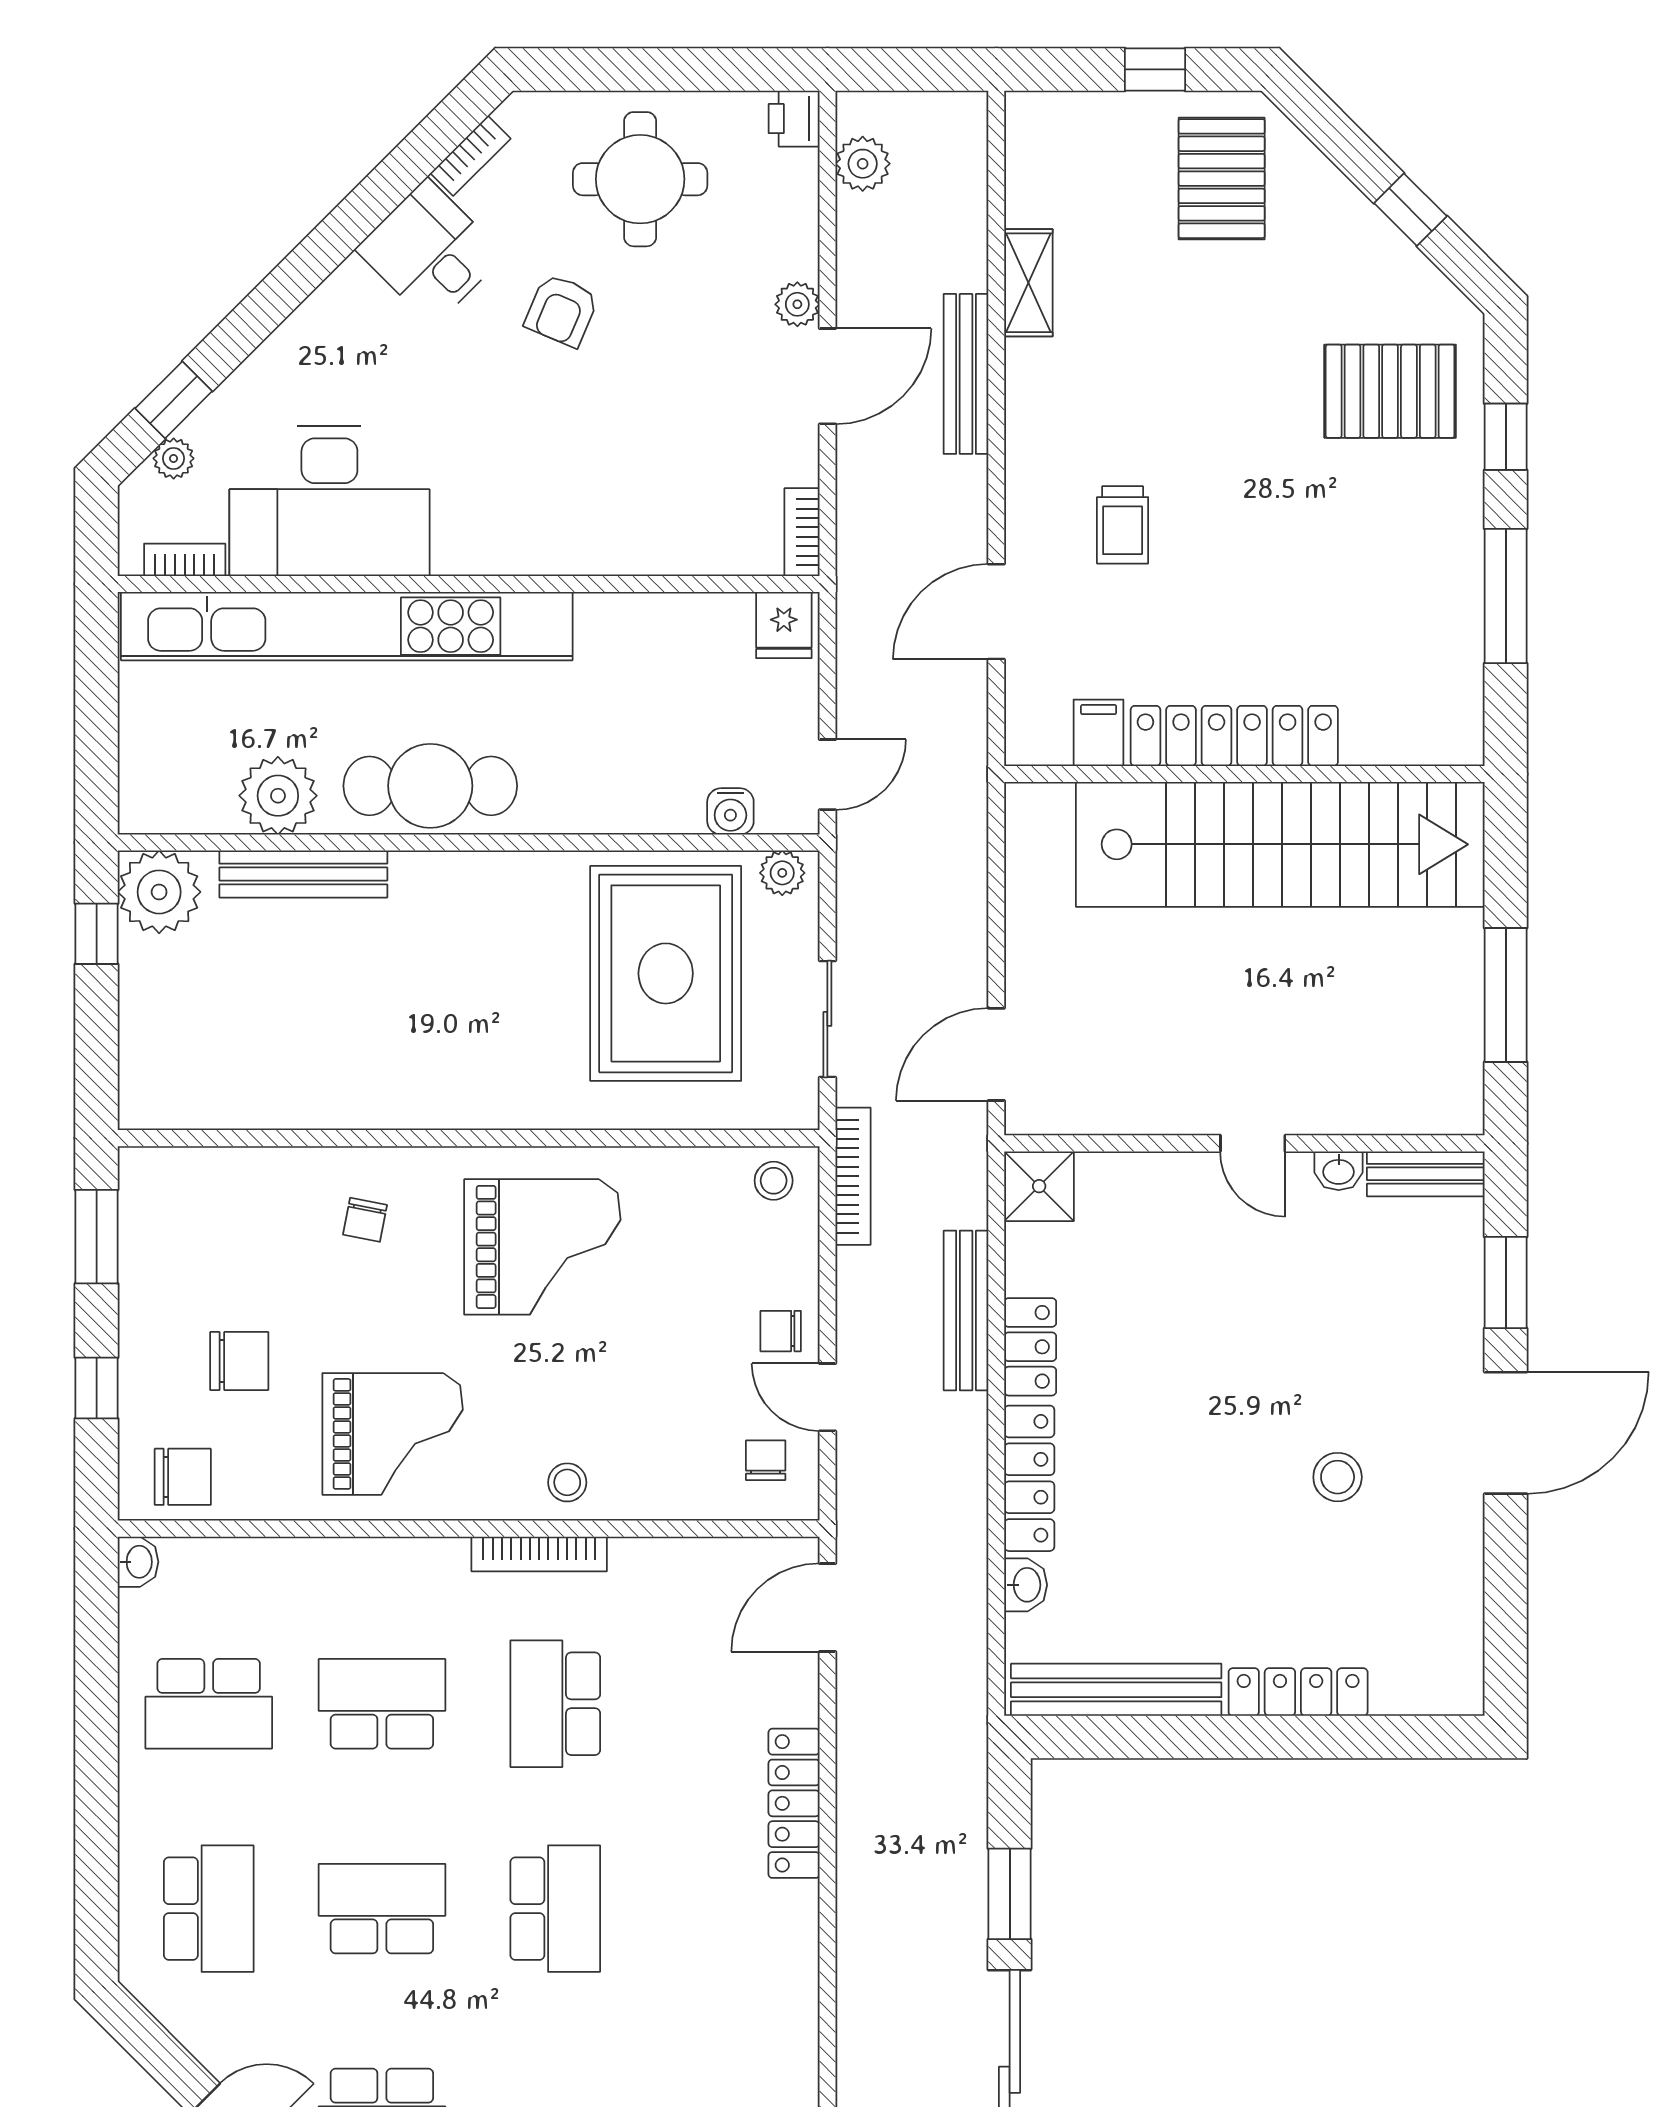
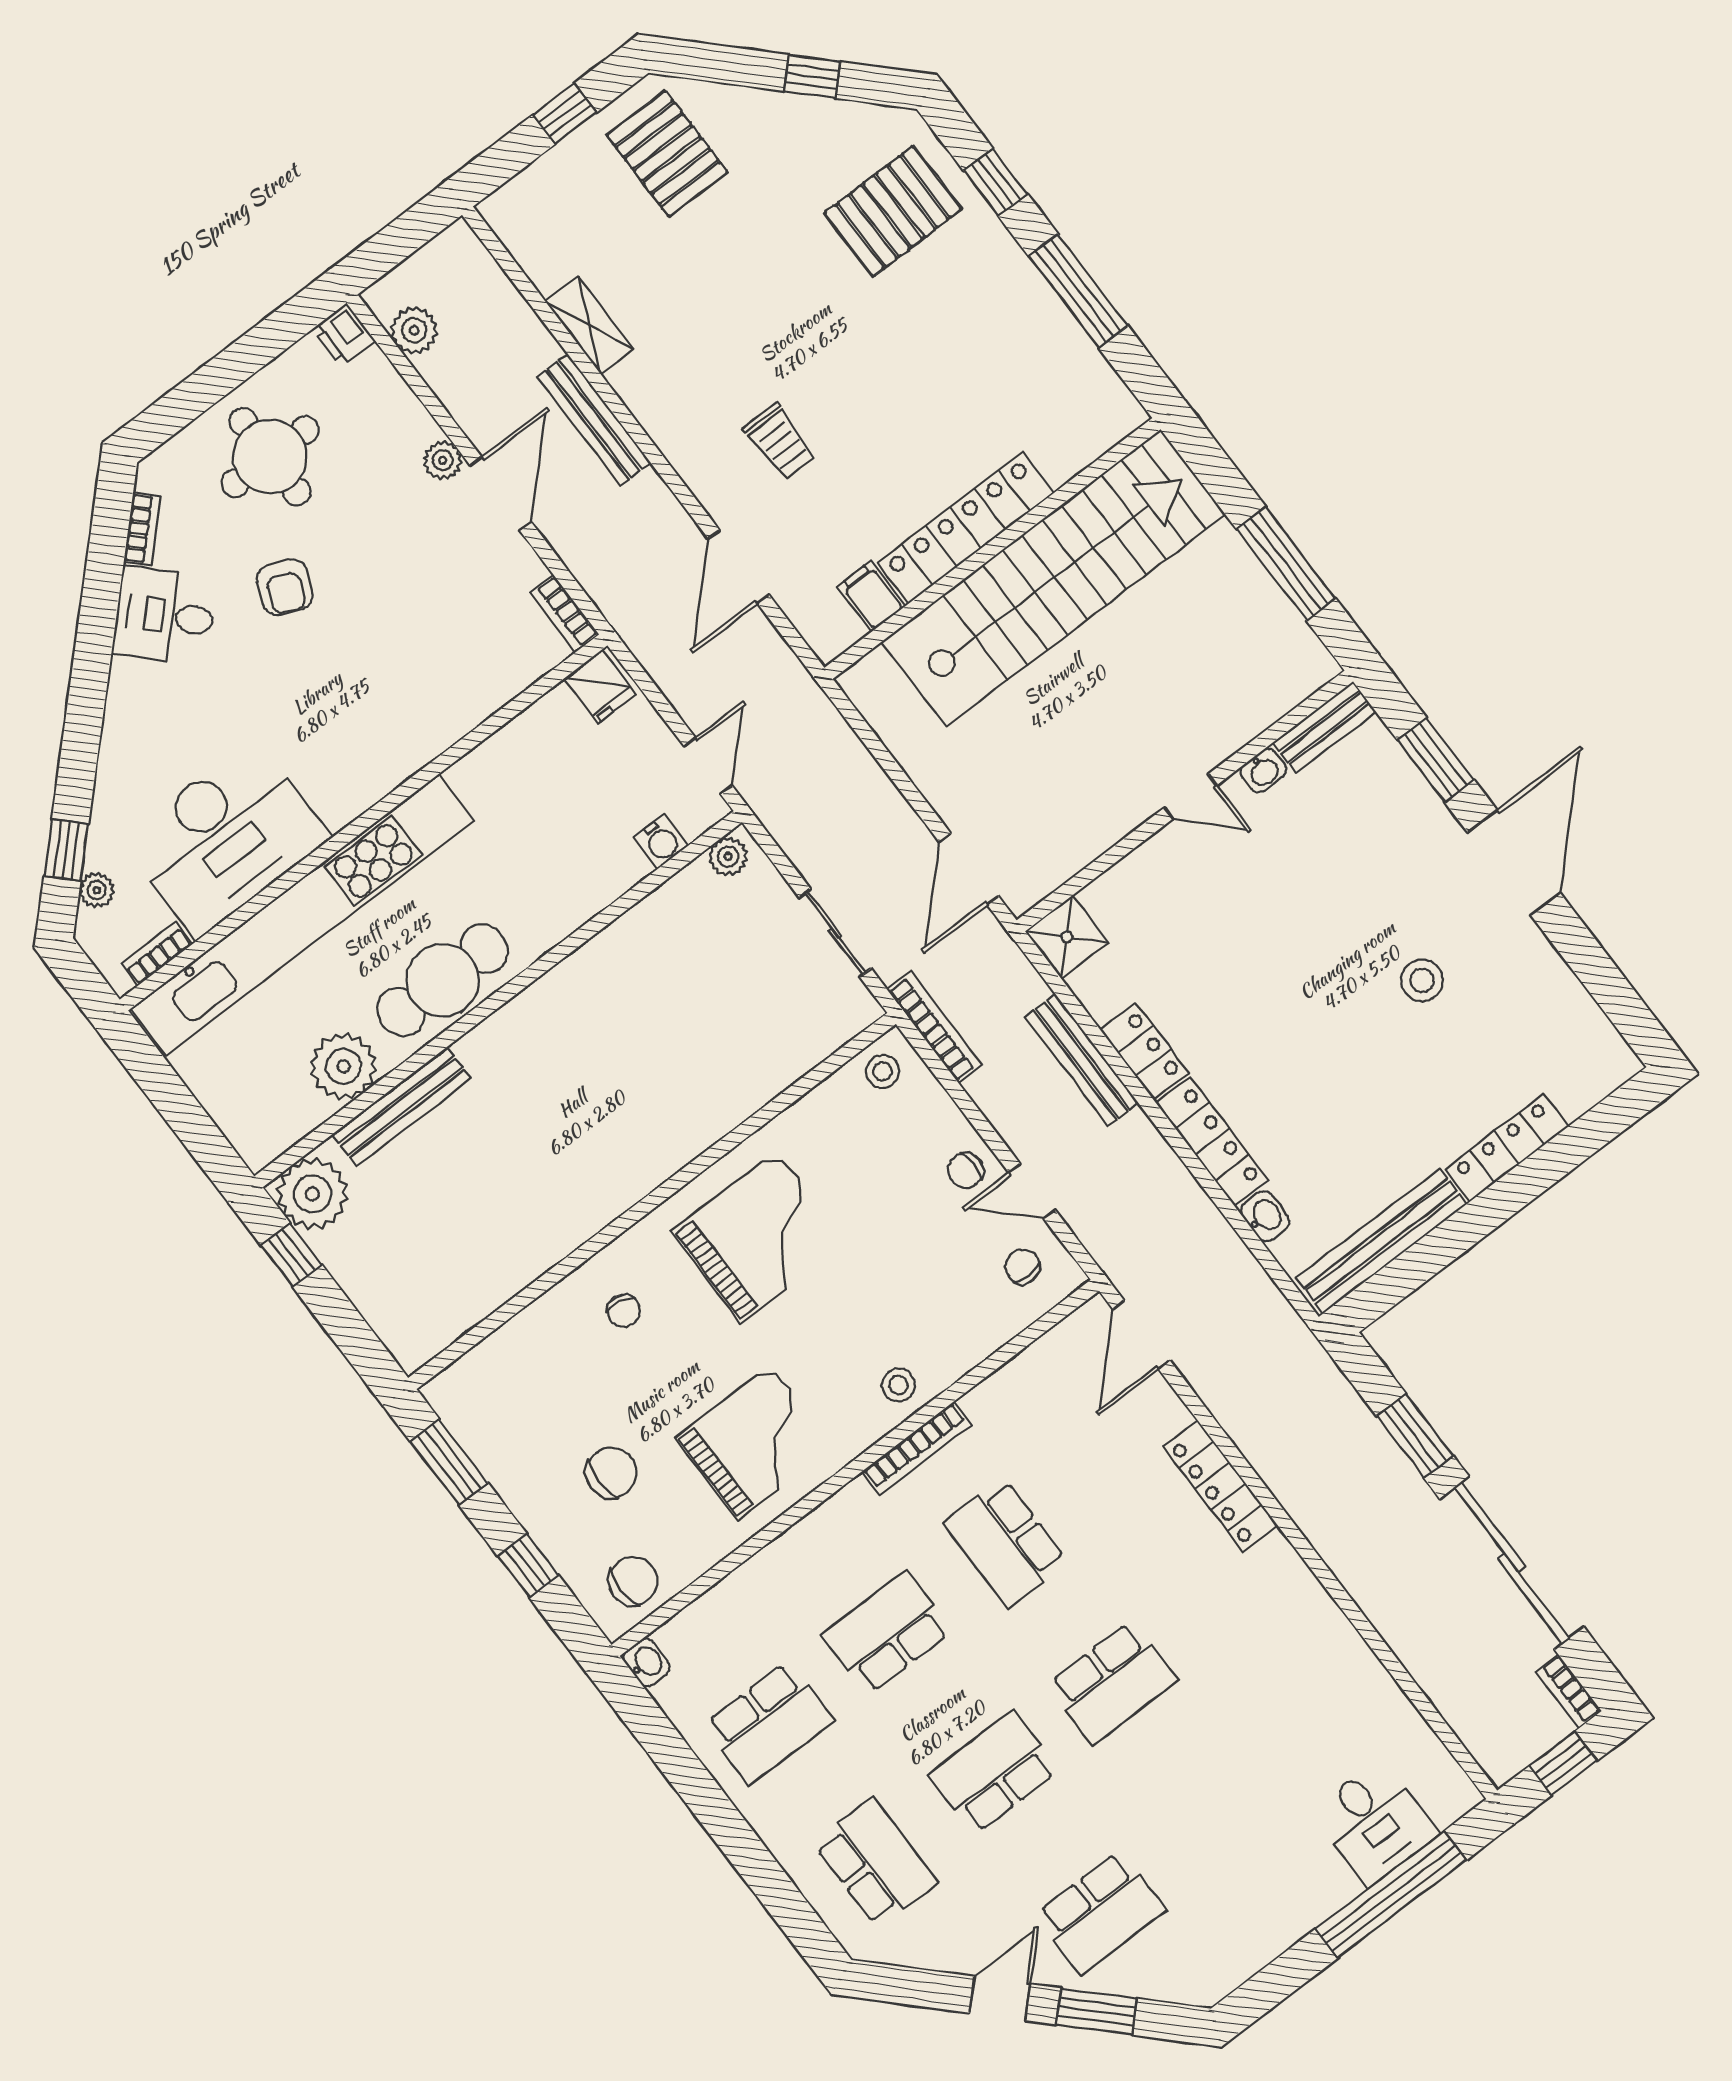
rug: (666, 973) -> (701, 986), removed
school desk: (555, 1909) -> (1112, 1682), turned 90

